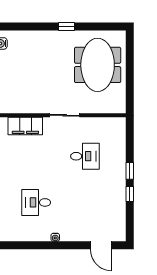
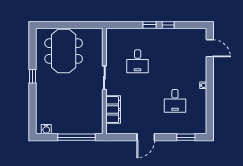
meeting table: (98, 65) -> (64, 51), turned 90
desk: (85, 156) -> (138, 61), turned 180
door: (101, 245) -> (210, 48), hinge flipped

